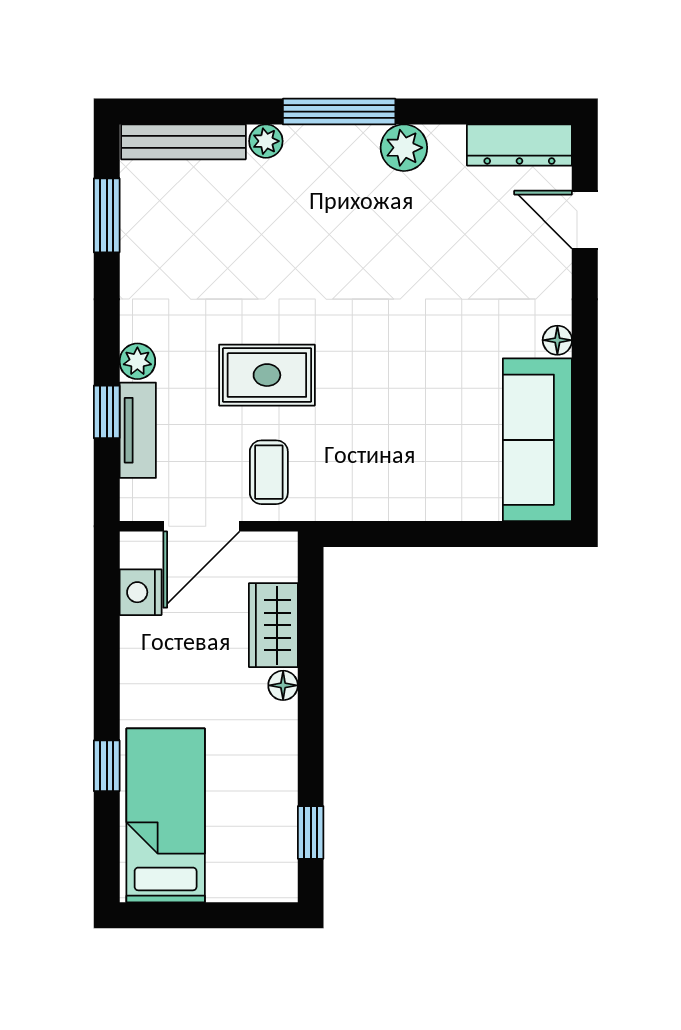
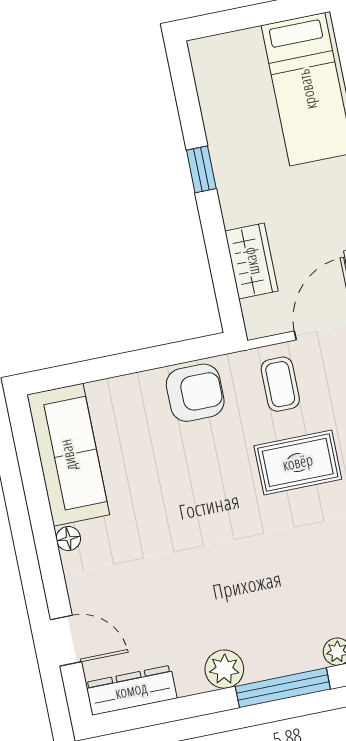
armchair: (372, 483) -> (195, 393), added
floor lamp: (283, 685) -> (234, 214), removed
window: (311, 832) -> (201, 169), moved

